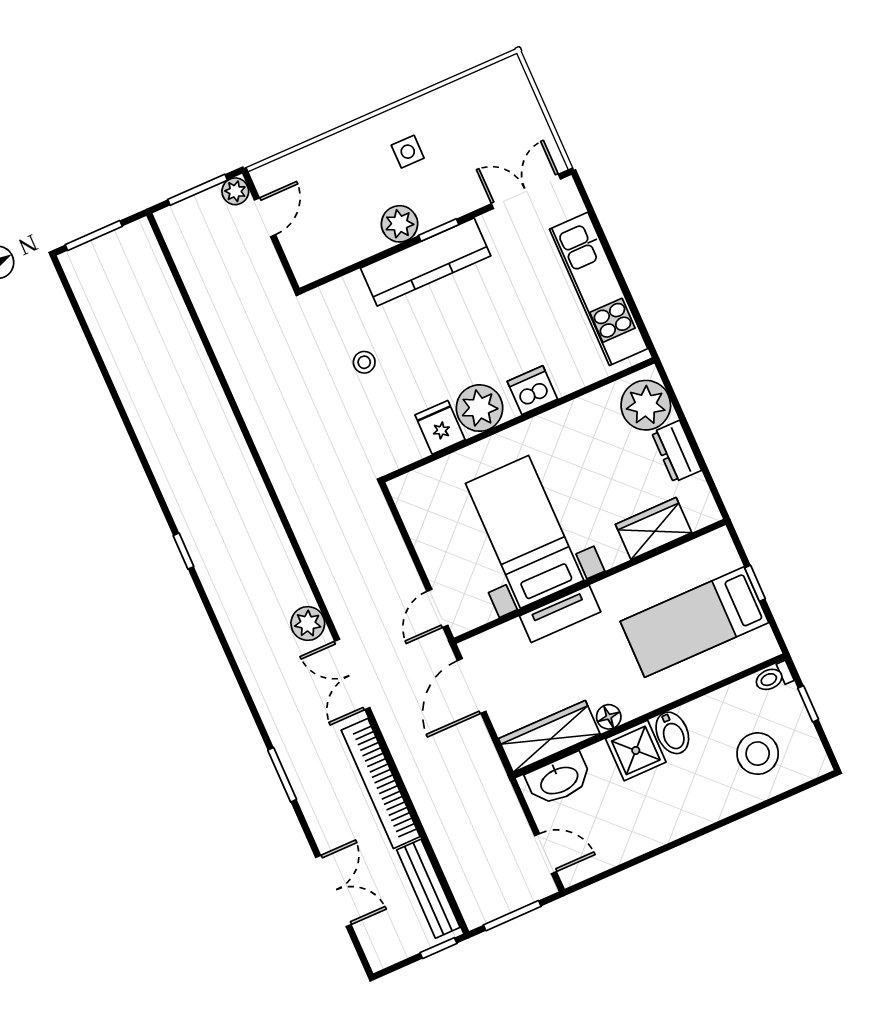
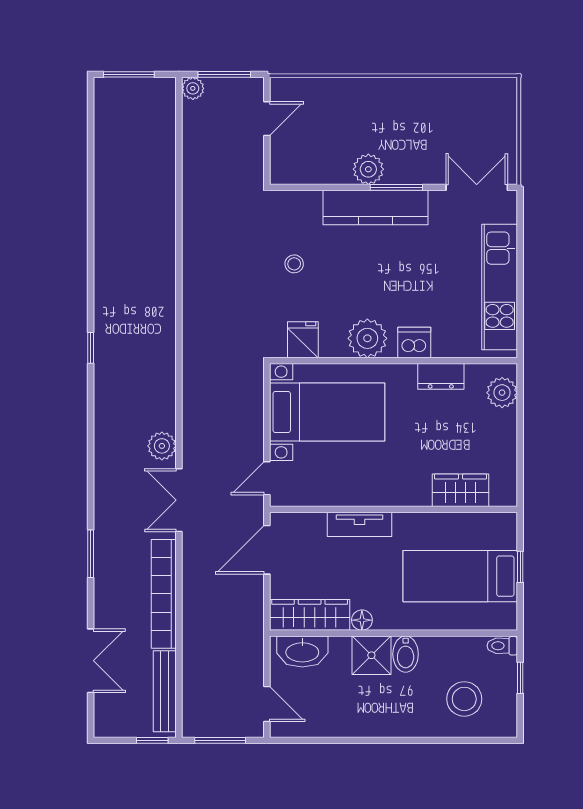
side table: (408, 152) -> (399, 116), removed
plant: (235, 191) -> (193, 88), moved
window: (439, 230) -> (396, 187), width x1.50
plant: (646, 405) -> (502, 393), width x0.73, depth x0.73
fridge: (440, 427) -> (303, 340), moved
dresser: (676, 451) -> (441, 376), moved, turned -90
bed with nightstands: (525, 532) -> (327, 412), moved, turned 90

